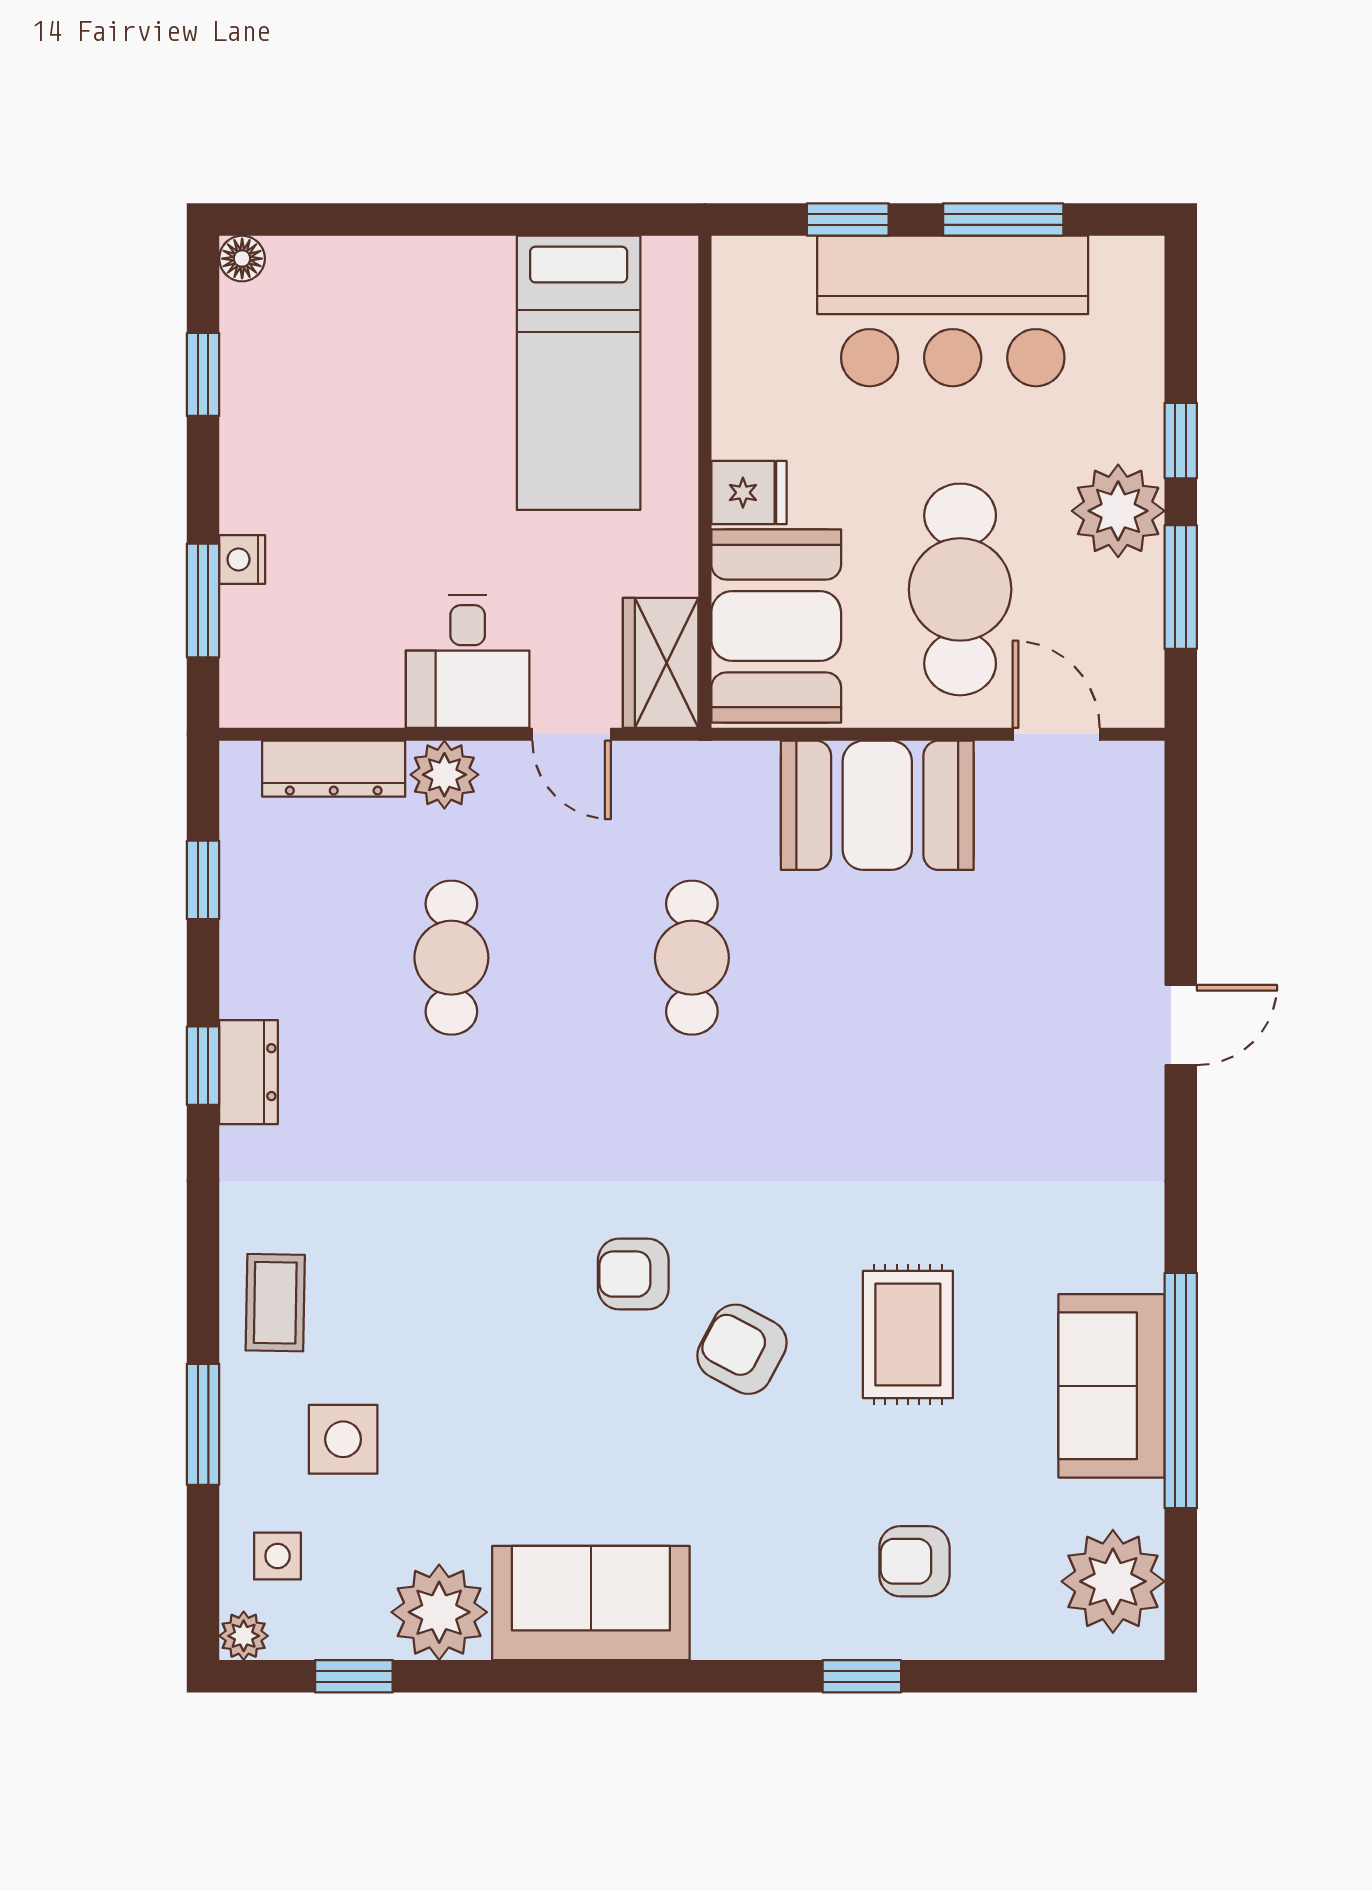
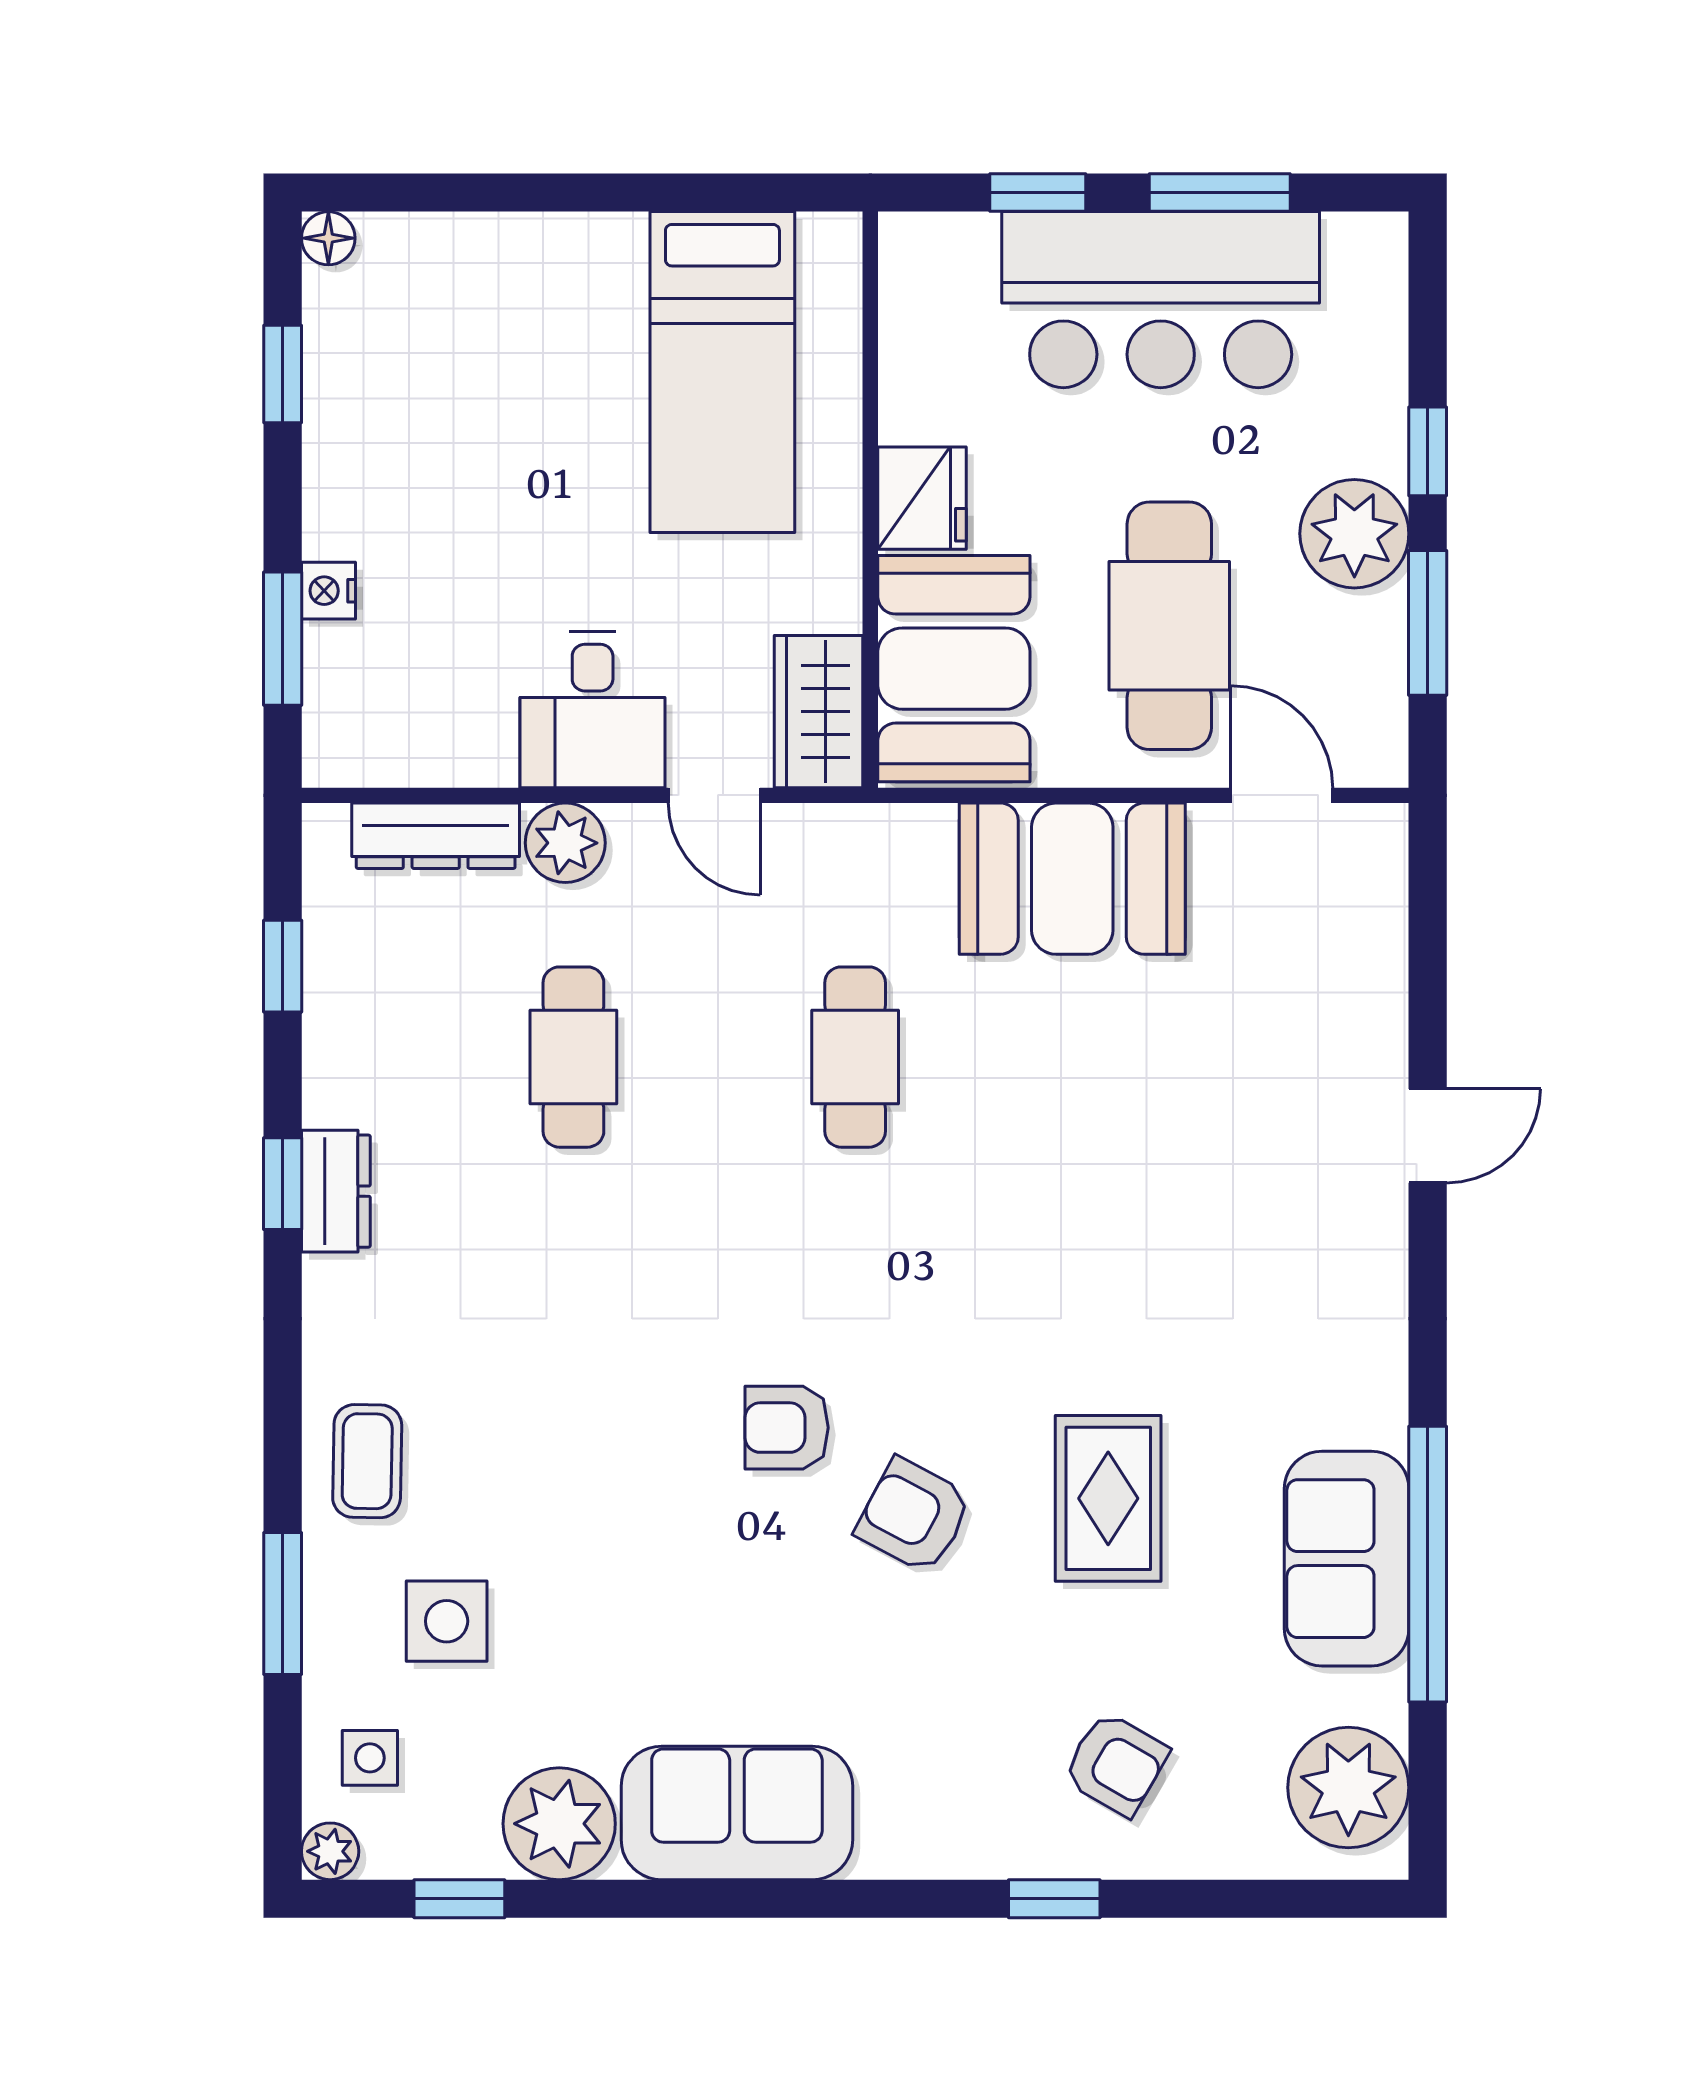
fridge: (749, 493) -> (922, 498), width x1.38
armchair: (914, 1561) -> (1116, 1764), turned -150

